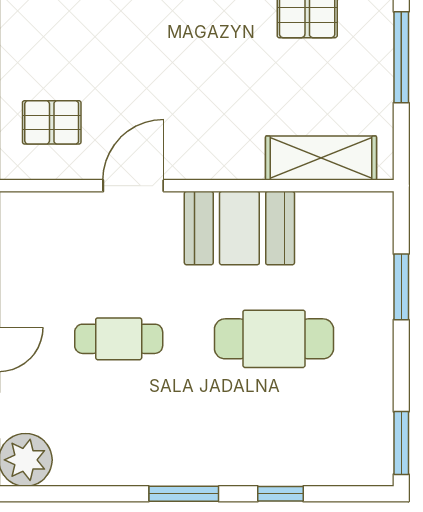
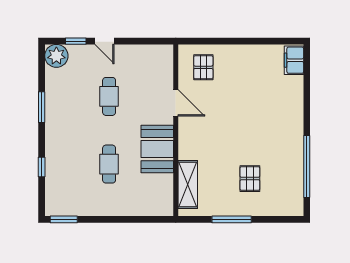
window: (401, 287) -> (132, 219), removed
cafe table: (274, 339) -> (109, 164), width x0.73, depth x0.74
window: (184, 494) -> (42, 107), moved

